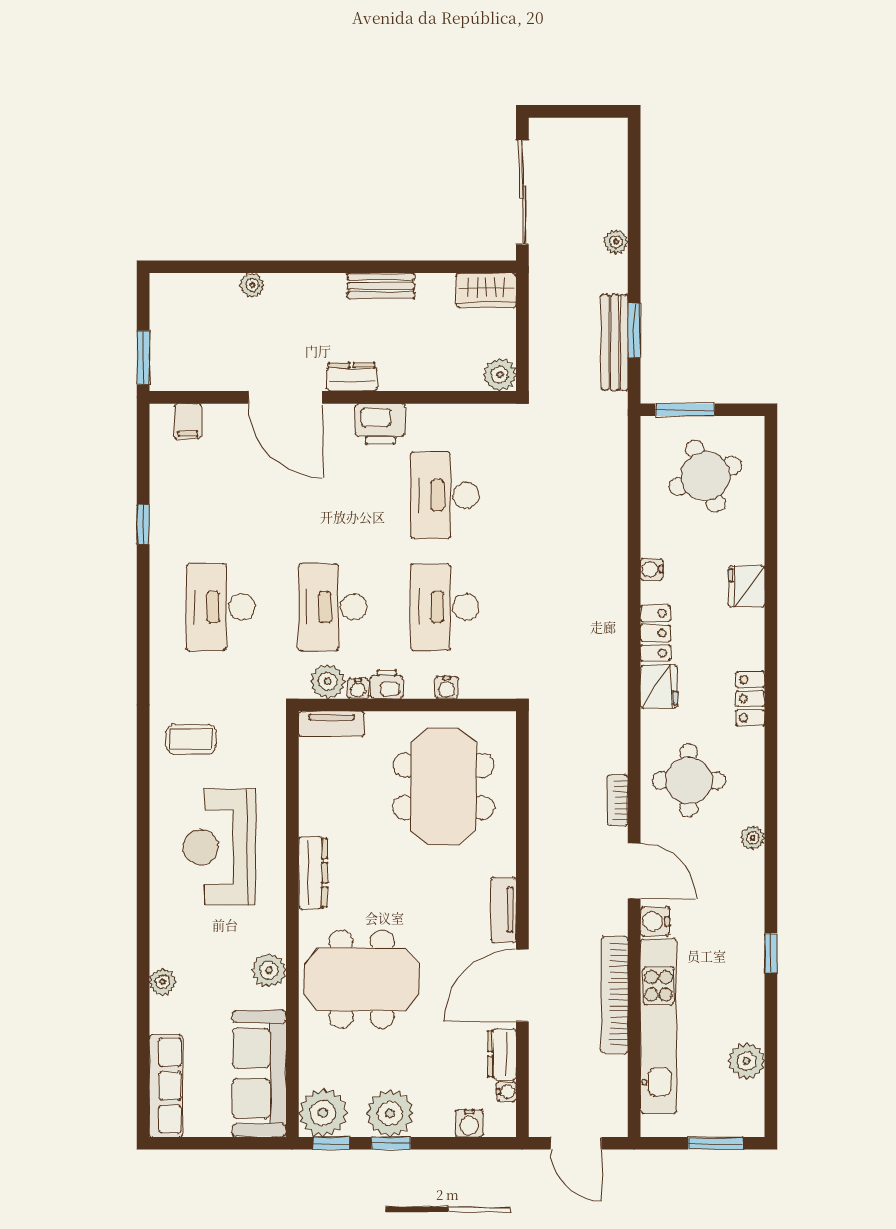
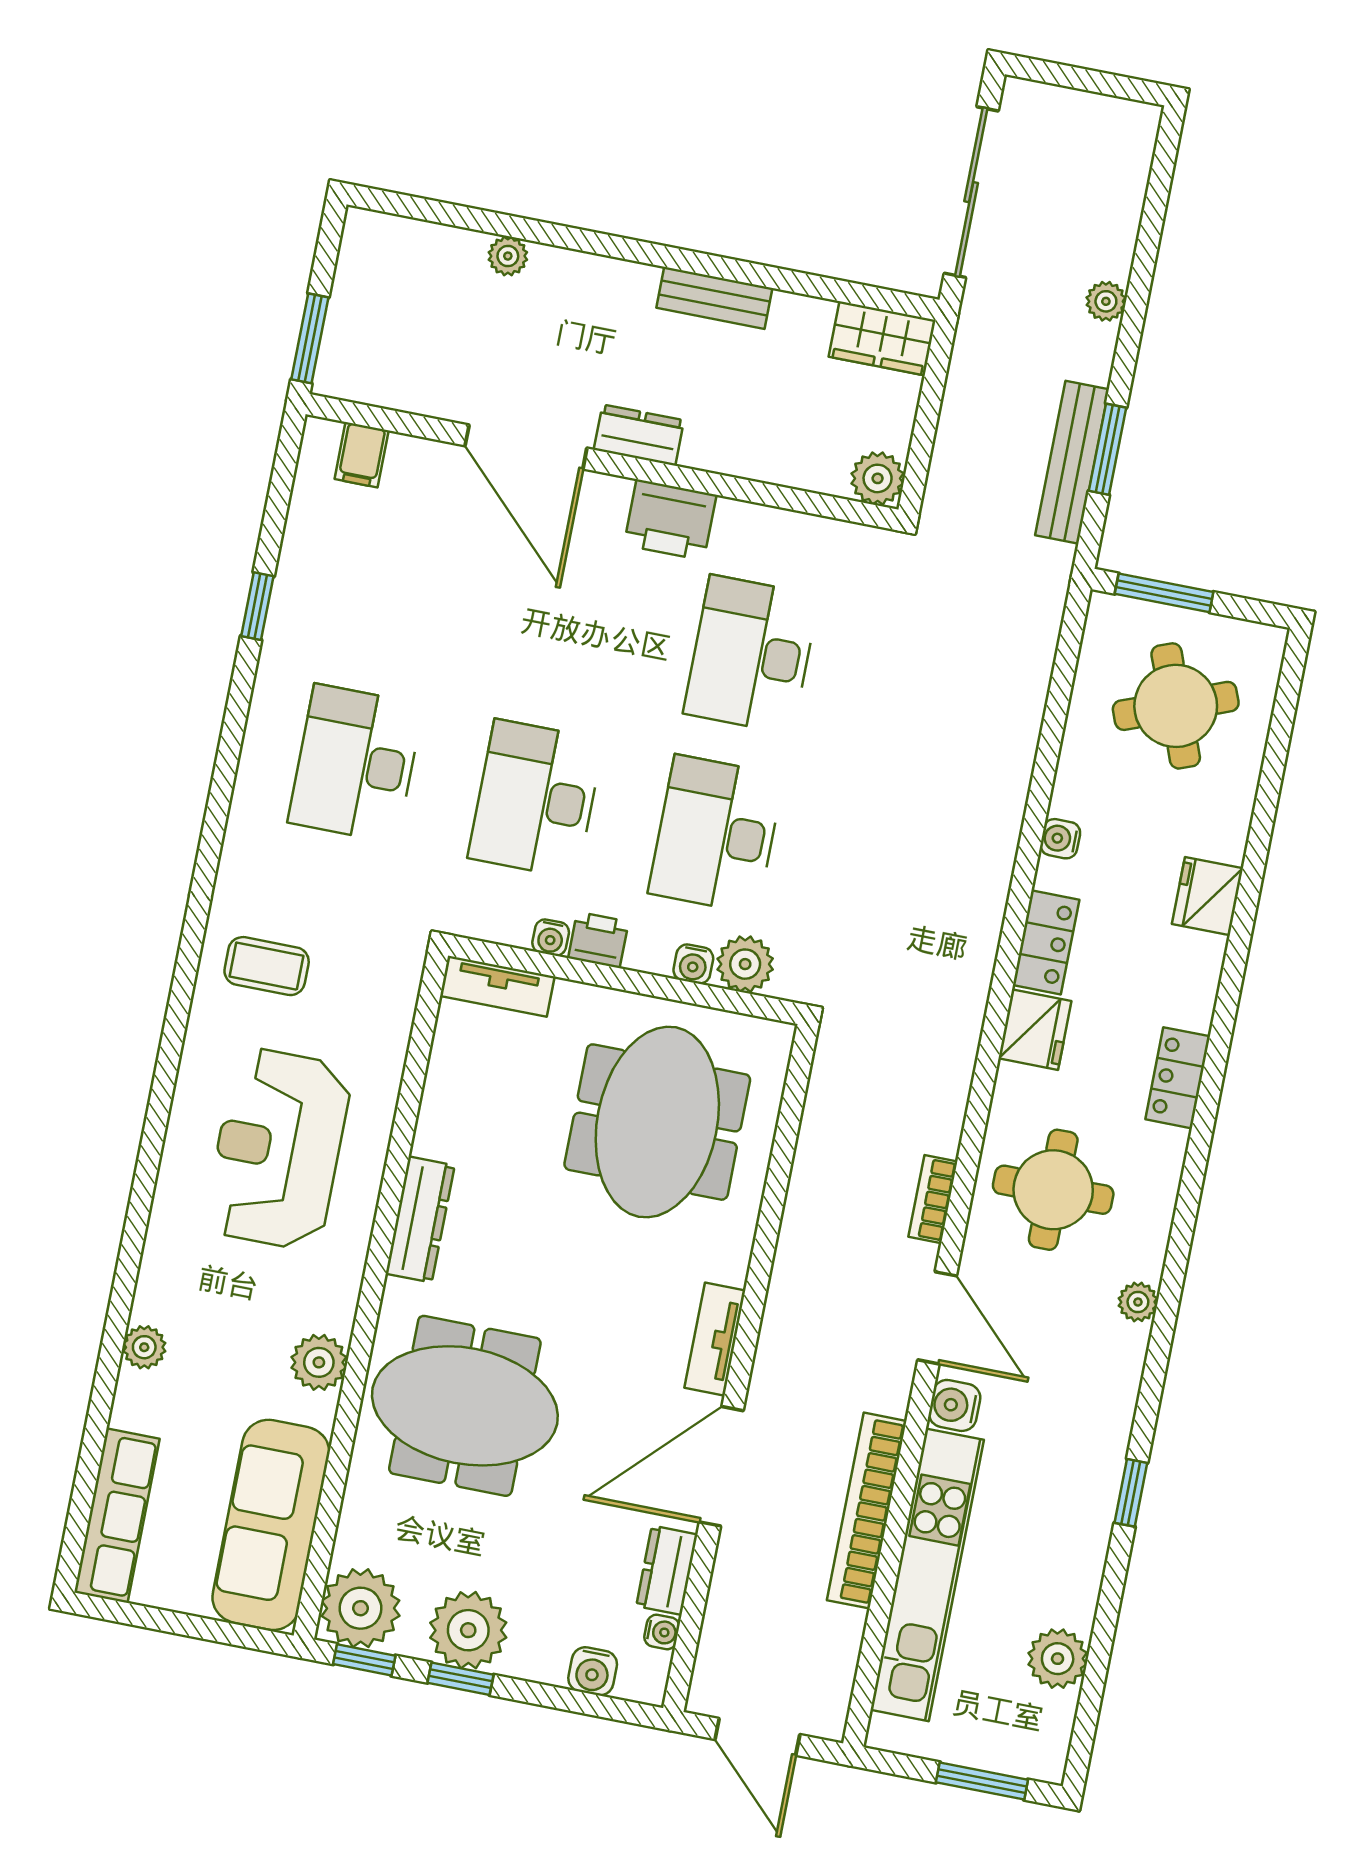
plant: (328, 681) -> (745, 964), moved

